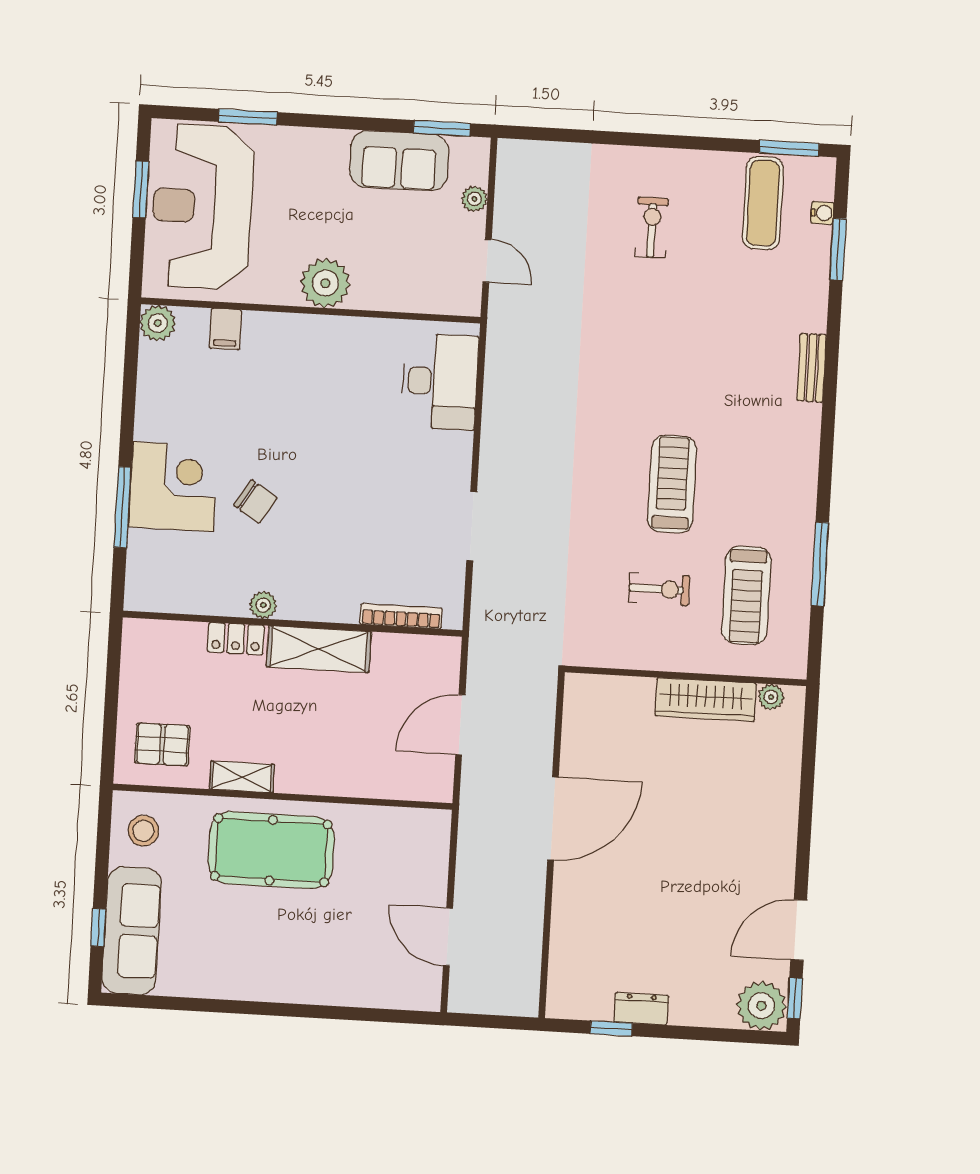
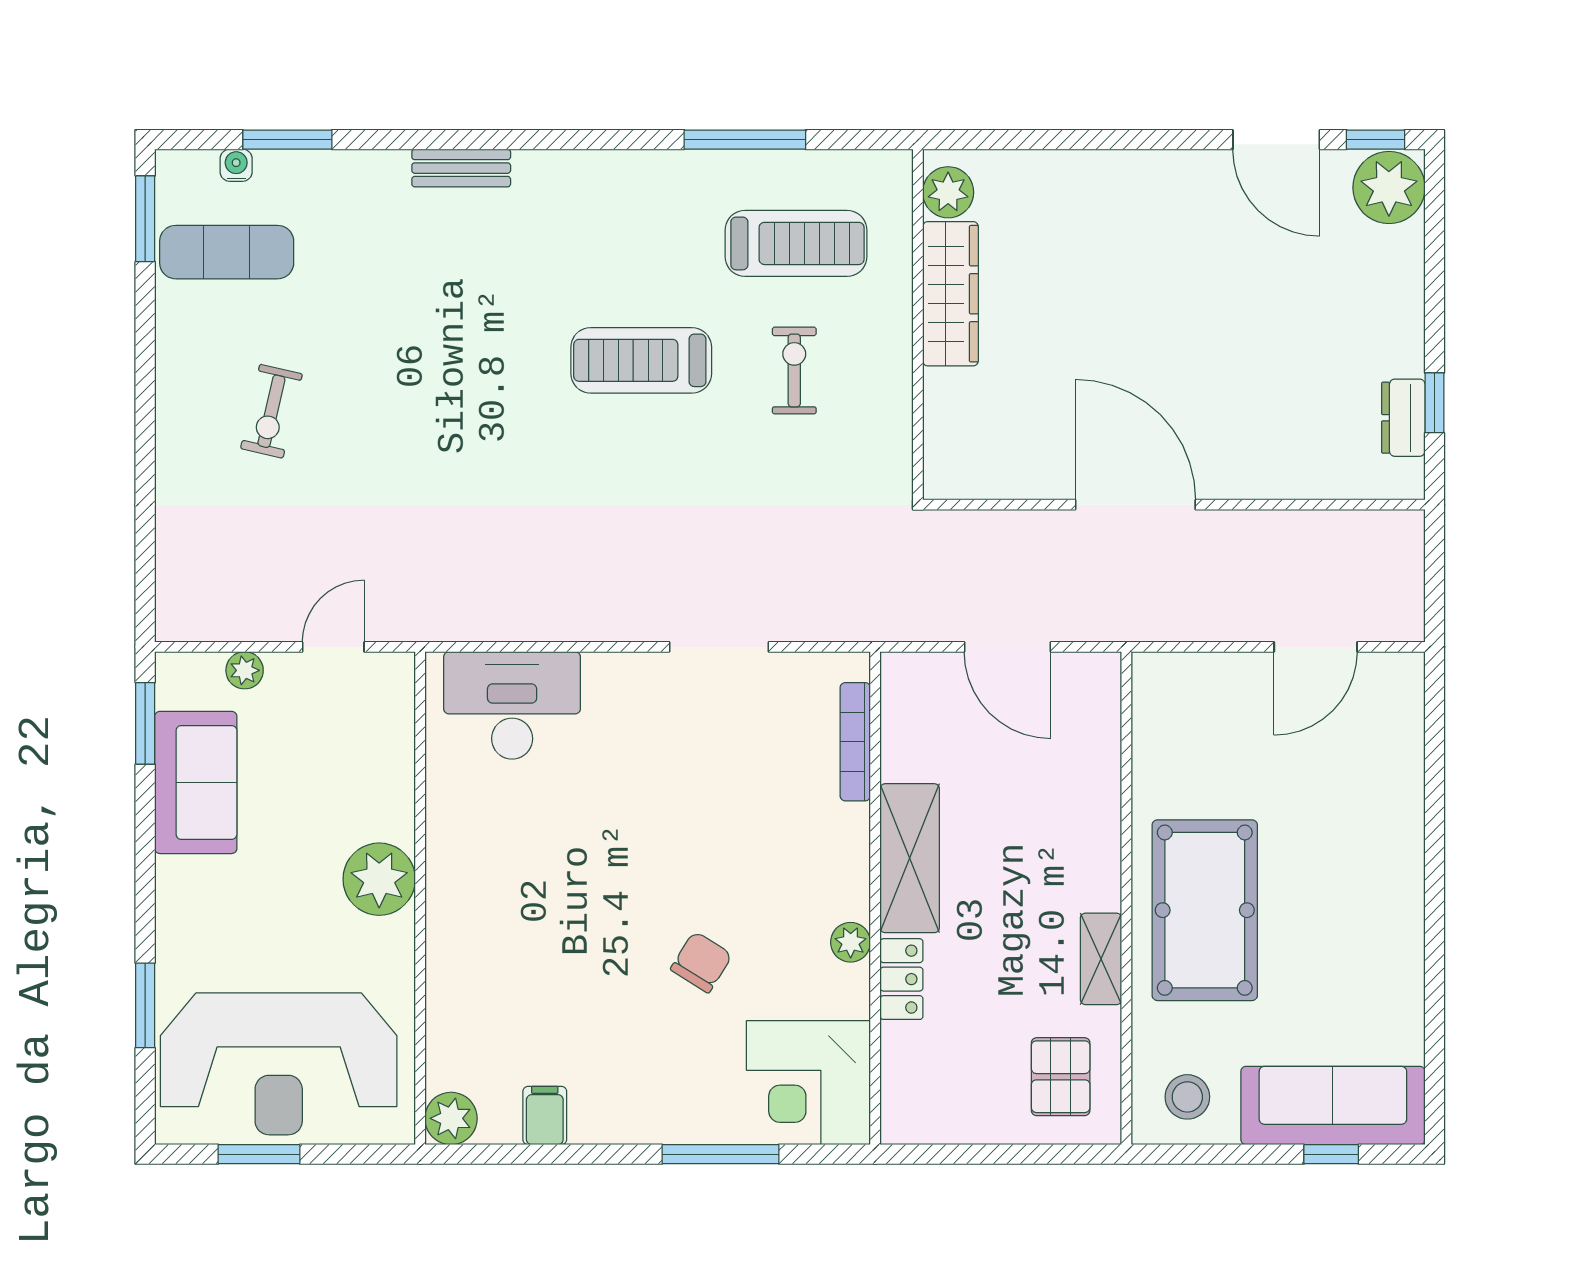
exercise bike: (652, 228) -> (271, 411), turned -77
filing cabinet: (225, 329) -> (545, 1116), moved, turned -90
corner desk: (173, 487) -> (808, 1083), moved, turned -90
plant: (771, 697) -> (948, 192), width x1.38, depth x1.38
dresser: (641, 1009) -> (1403, 418), moved

